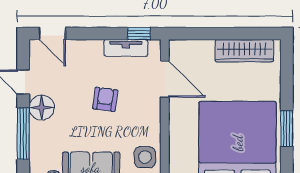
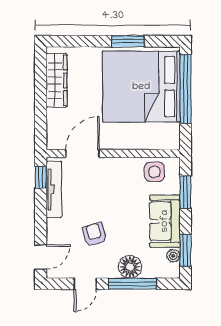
tv unit: (126, 48) -> (54, 189), width x1.41
armchair: (105, 99) -> (94, 234), moved, turned 67
floor lamp: (42, 108) -> (130, 267), moved

